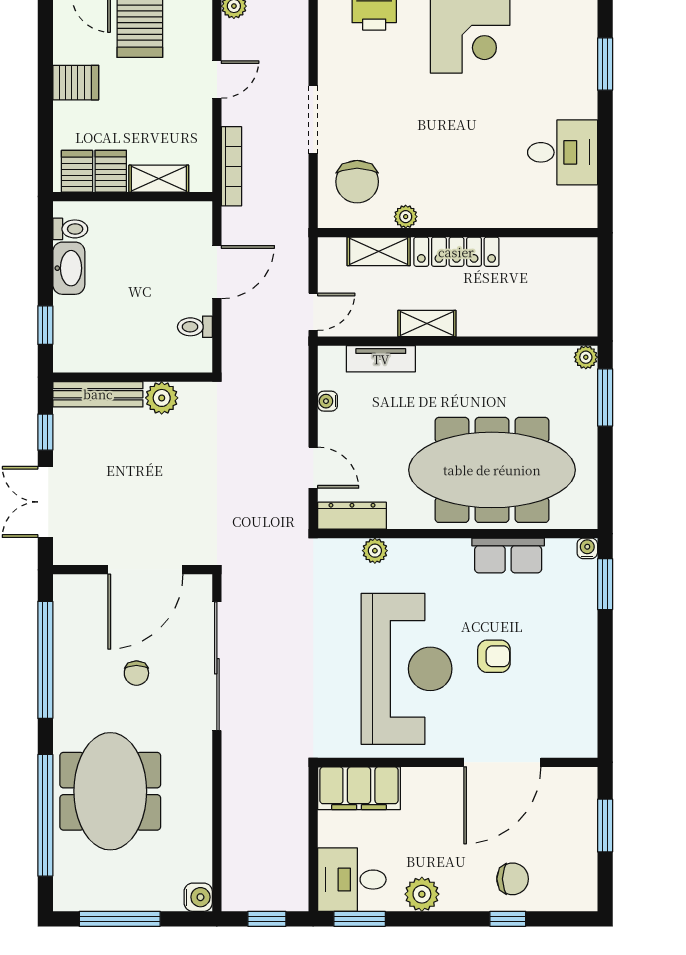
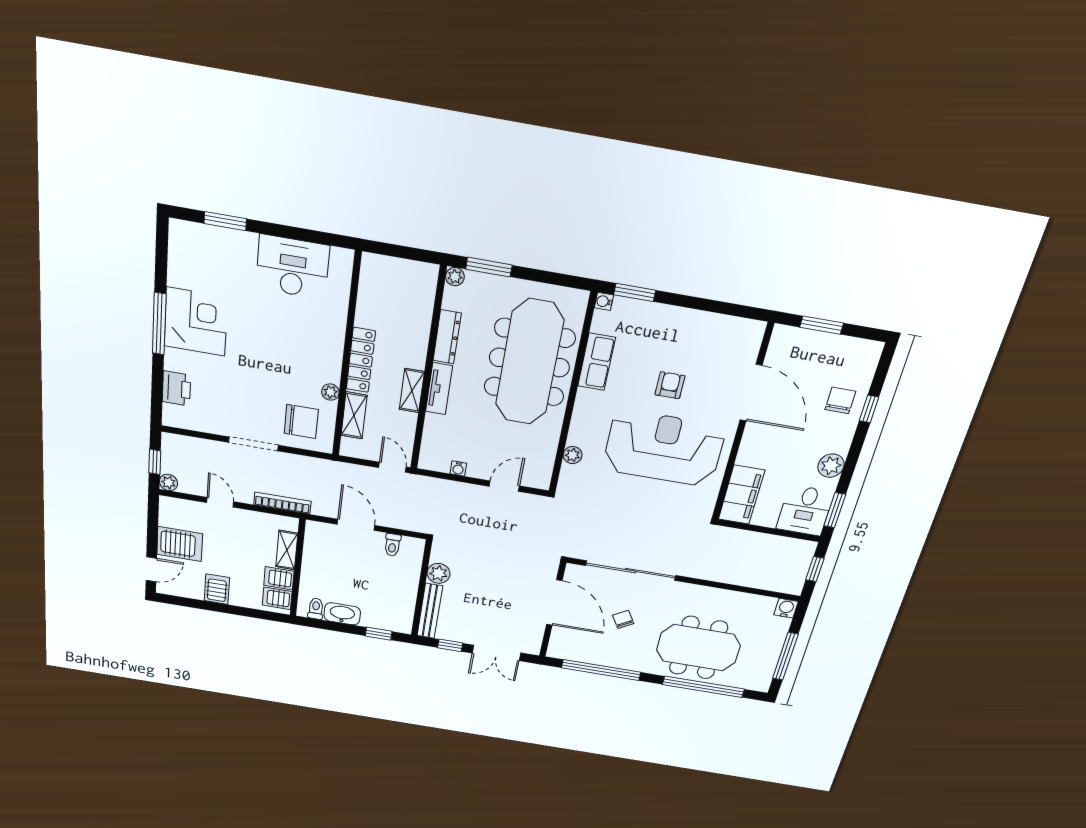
desk: (563, 152) -> (293, 267), width x1.37
tv unit: (381, 359) -> (439, 389), moved
dresser: (352, 516) -> (447, 337), moved, turned 180
chair: (136, 673) -> (623, 619), turned -121

